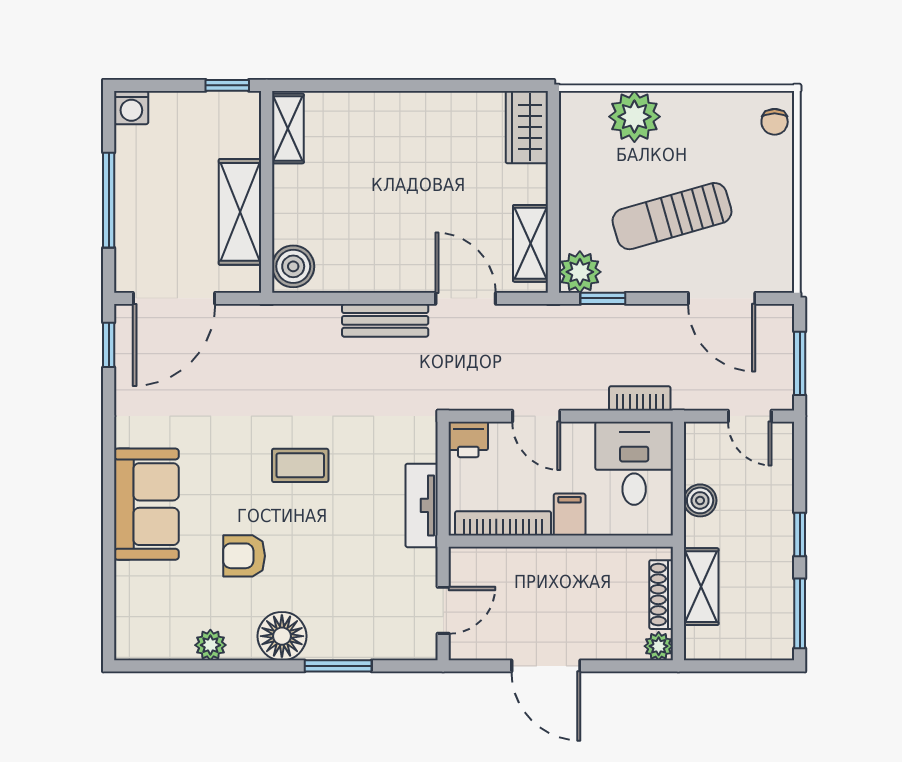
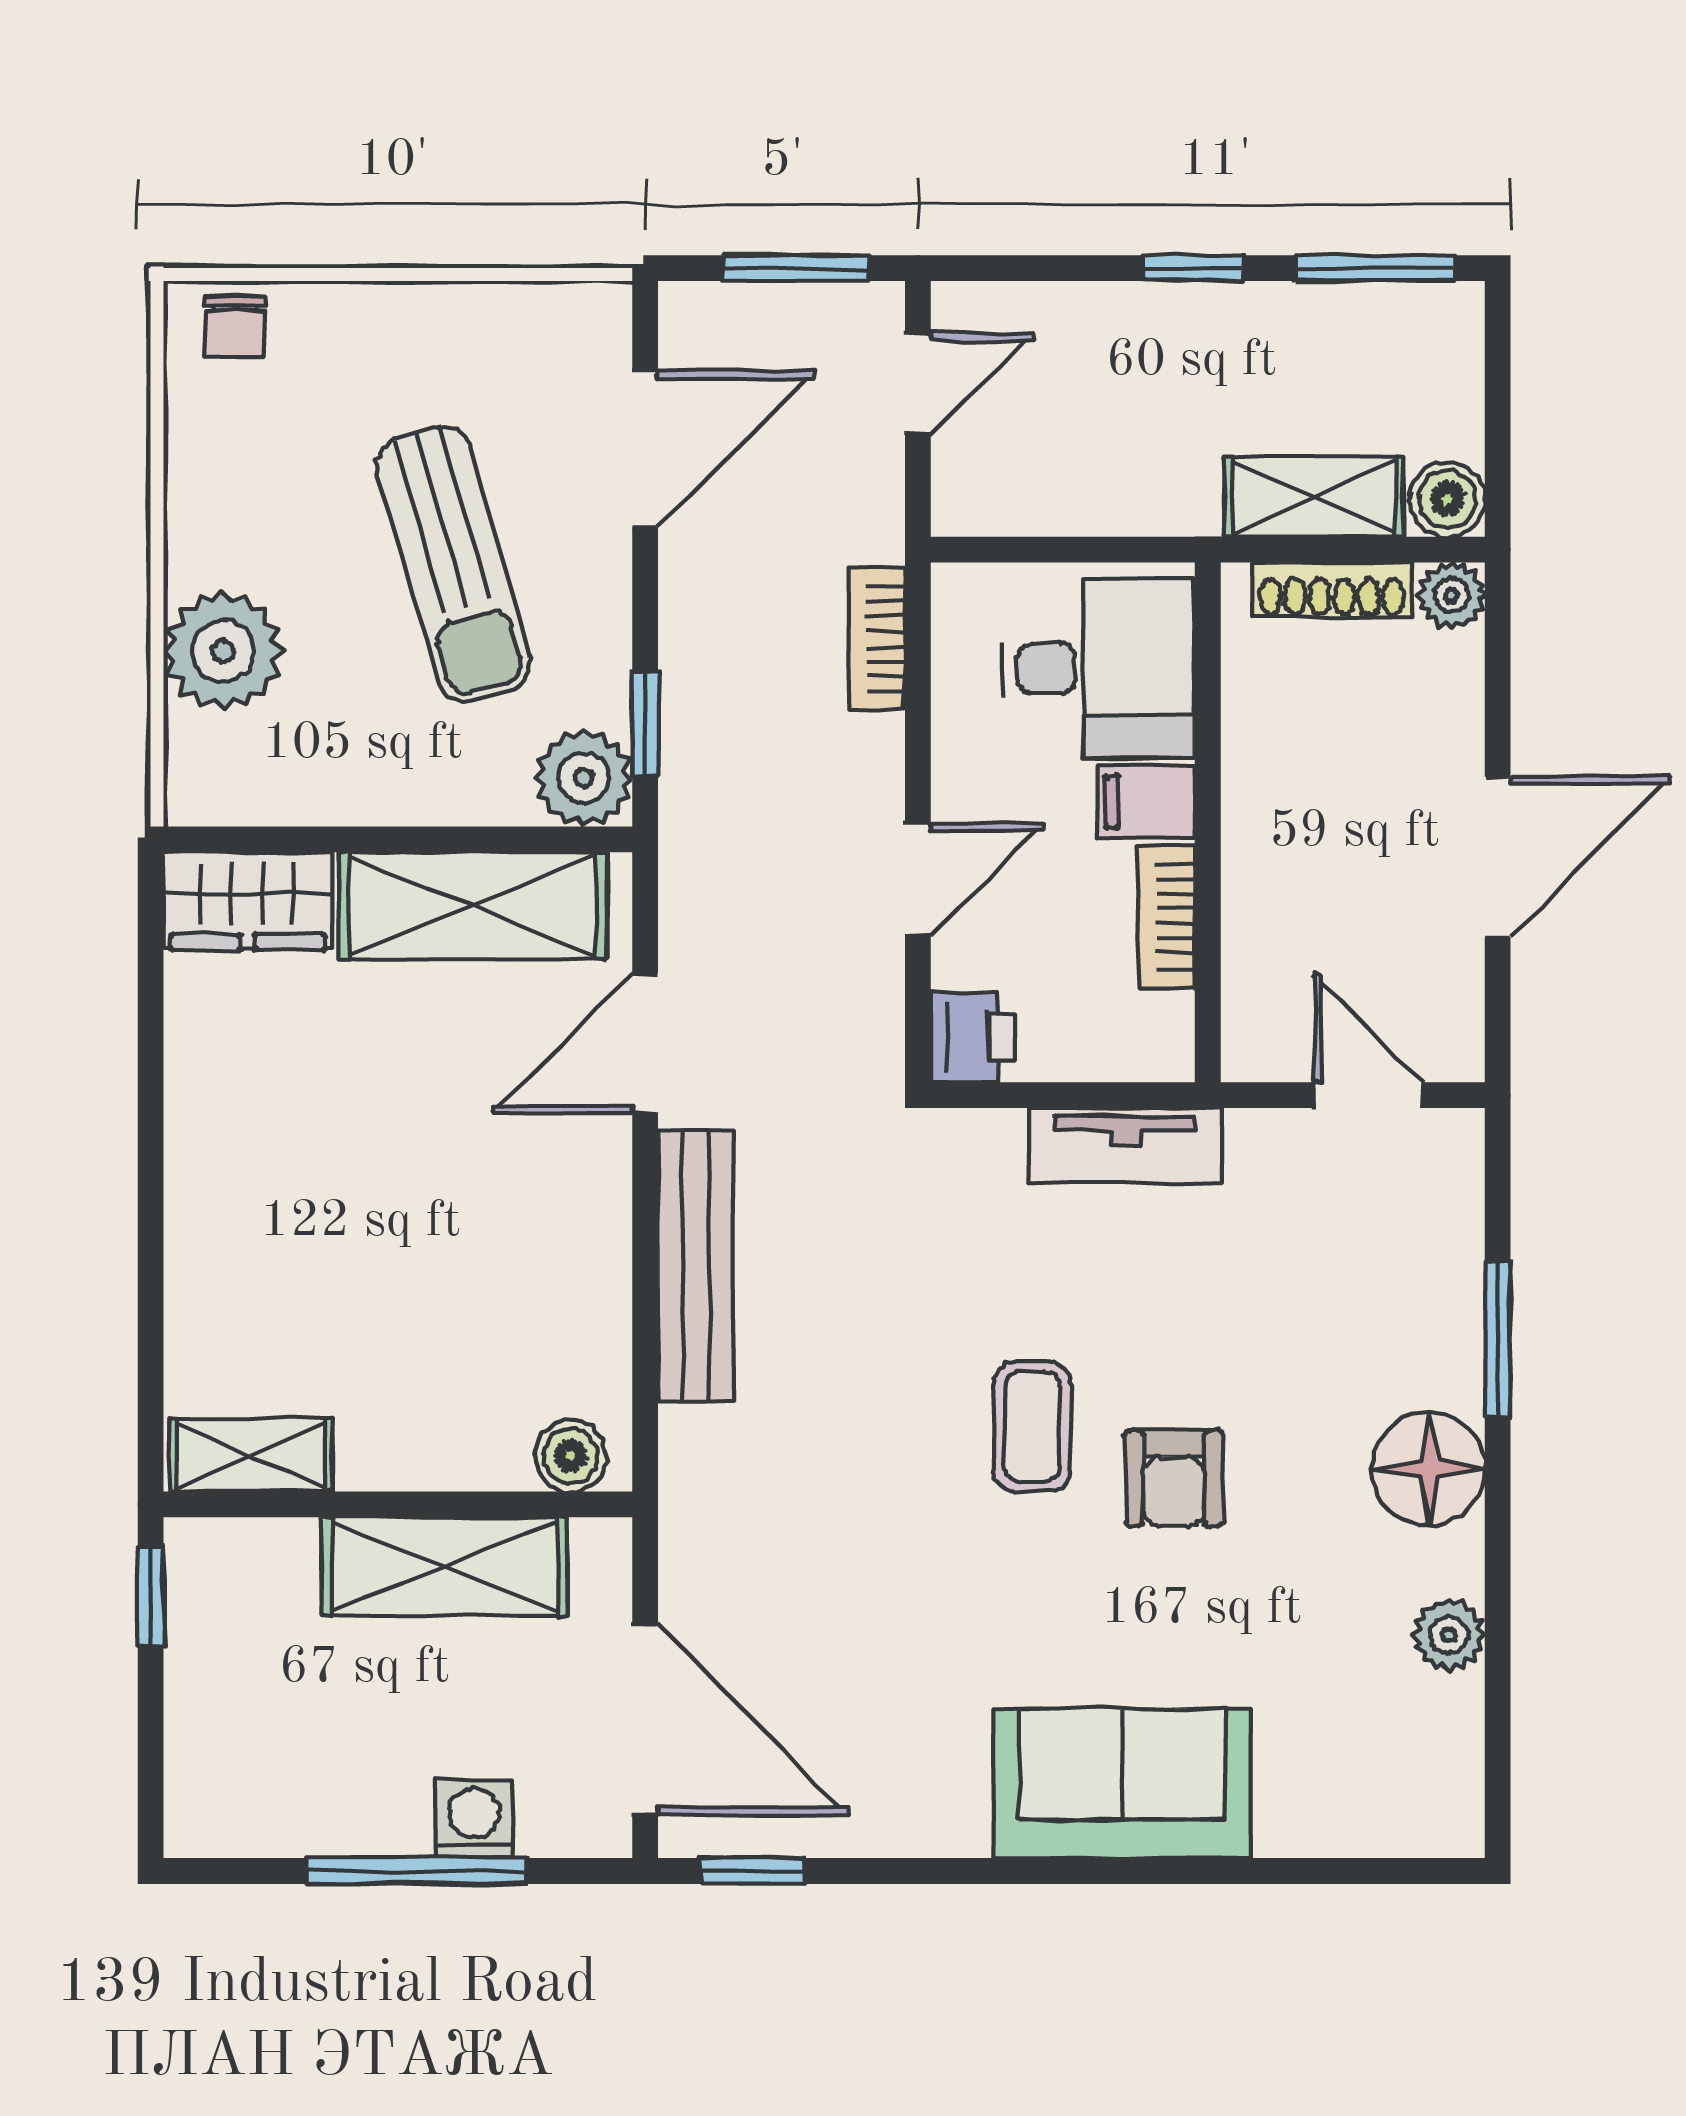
washing machine: (131, 108) -> (474, 1819), moved, turned -90
chair: (775, 122) -> (235, 326), turned 90
shelving: (531, 243) -> (472, 906), width x1.50, depth x1.33
boiler: (293, 266) -> (571, 1456), width x0.73, depth x0.73
bench: (385, 320) -> (696, 1266), width x1.36
desk: (634, 463) -> (1098, 669), moved, turned 180
boiler: (700, 500) -> (1447, 499), moved
bookcase: (503, 523) -> (1167, 916), width x0.64
armchair: (244, 556) -> (1174, 1478), moved

